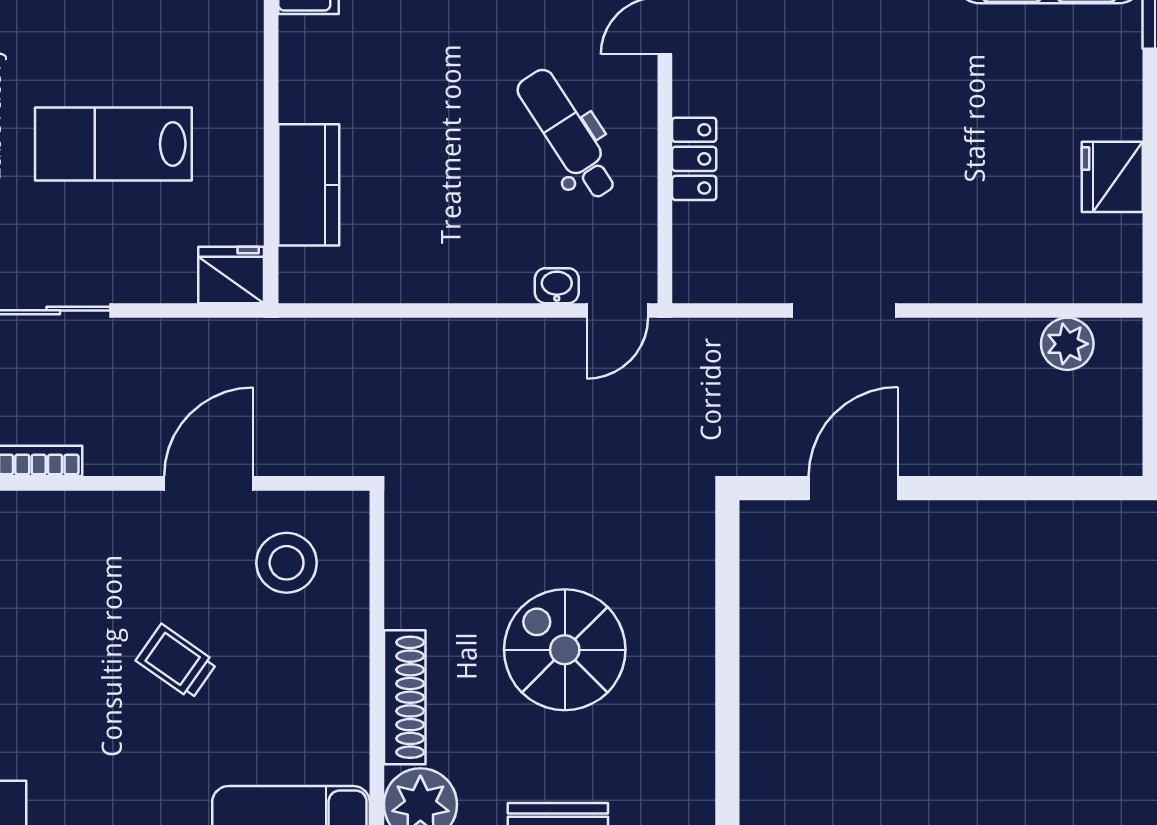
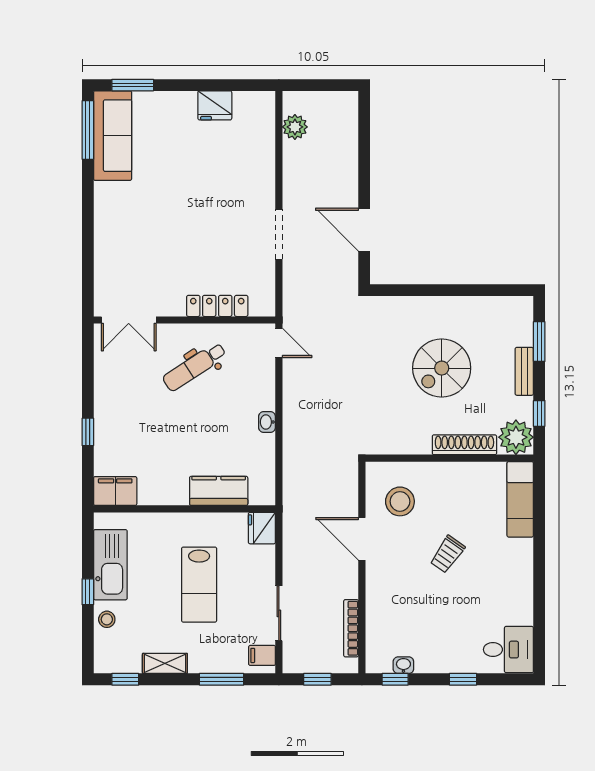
locker: (694, 159) -> (217, 306), width x1.53
washbasin: (557, 286) -> (267, 422), moved

